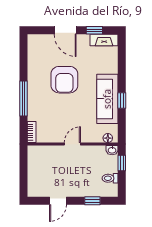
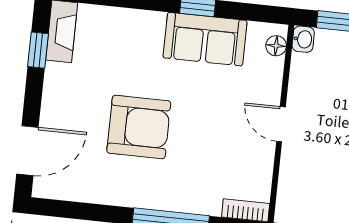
door: (65, 30) -> (27, 151), moved
sofa: (107, 99) -> (205, 39), width x0.73

